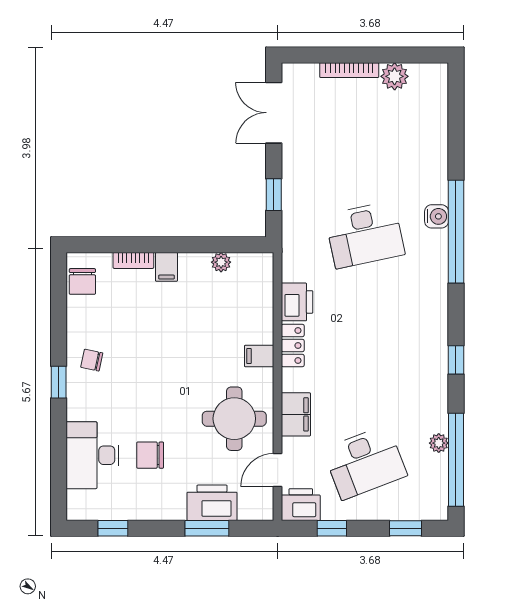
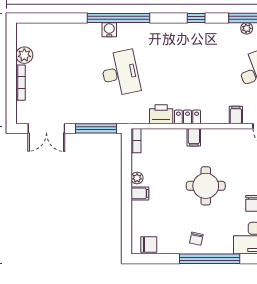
window: (274, 195) -> (96, 128), width x2.17
bookcase: (133, 260) -> (136, 141), moved
plant: (221, 262) -> (137, 178), moved
window: (59, 382) -> (210, 259), width x3.17
filing cabinet: (296, 414) -> (236, 115), width x0.50
round table: (234, 419) -> (206, 186), moved

